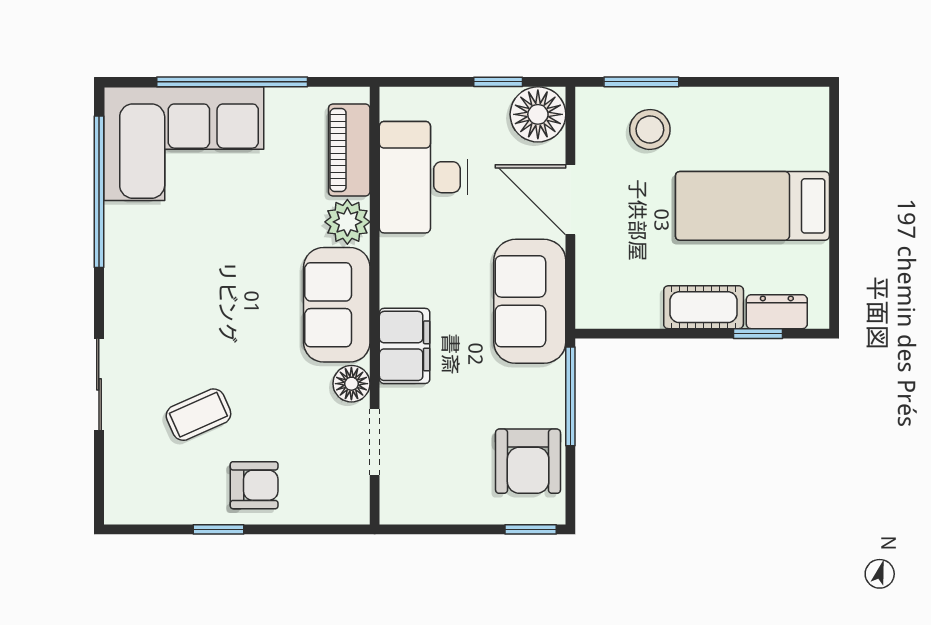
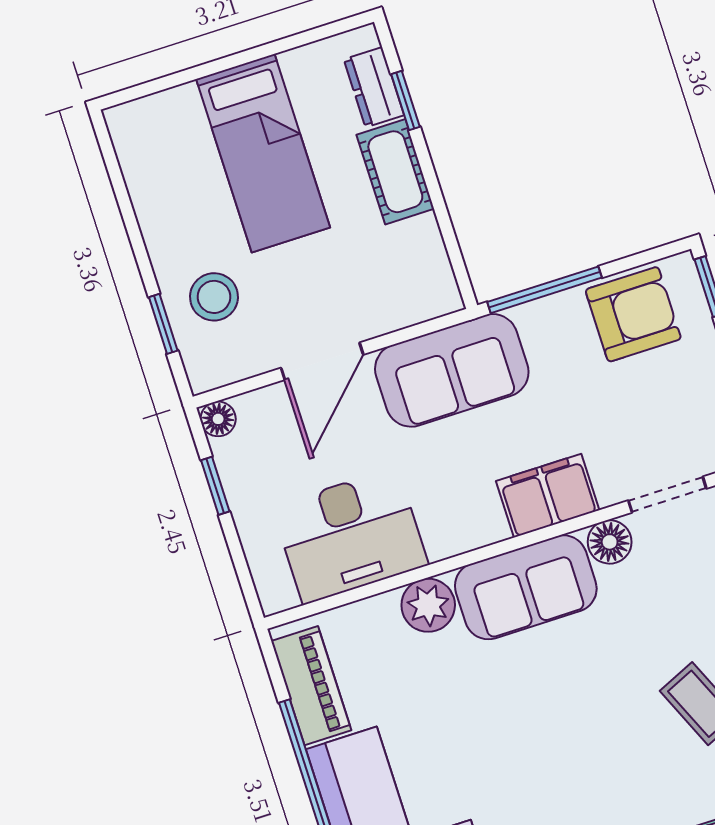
window: (641, 82) -> (163, 324), width x0.67
floor lamp: (538, 114) -> (218, 419), width x0.53, depth x0.53
piano: (349, 150) -> (311, 686), moved, turned -90

